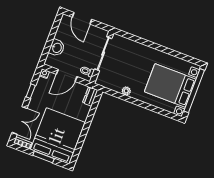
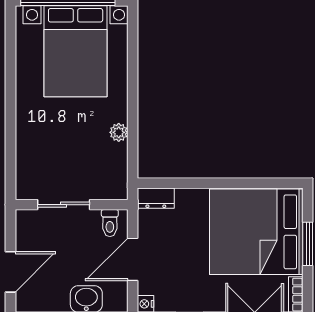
sliding door: (103, 54) -> (64, 205), width x0.73
door: (67, 75) -> (133, 259), swing flipped

